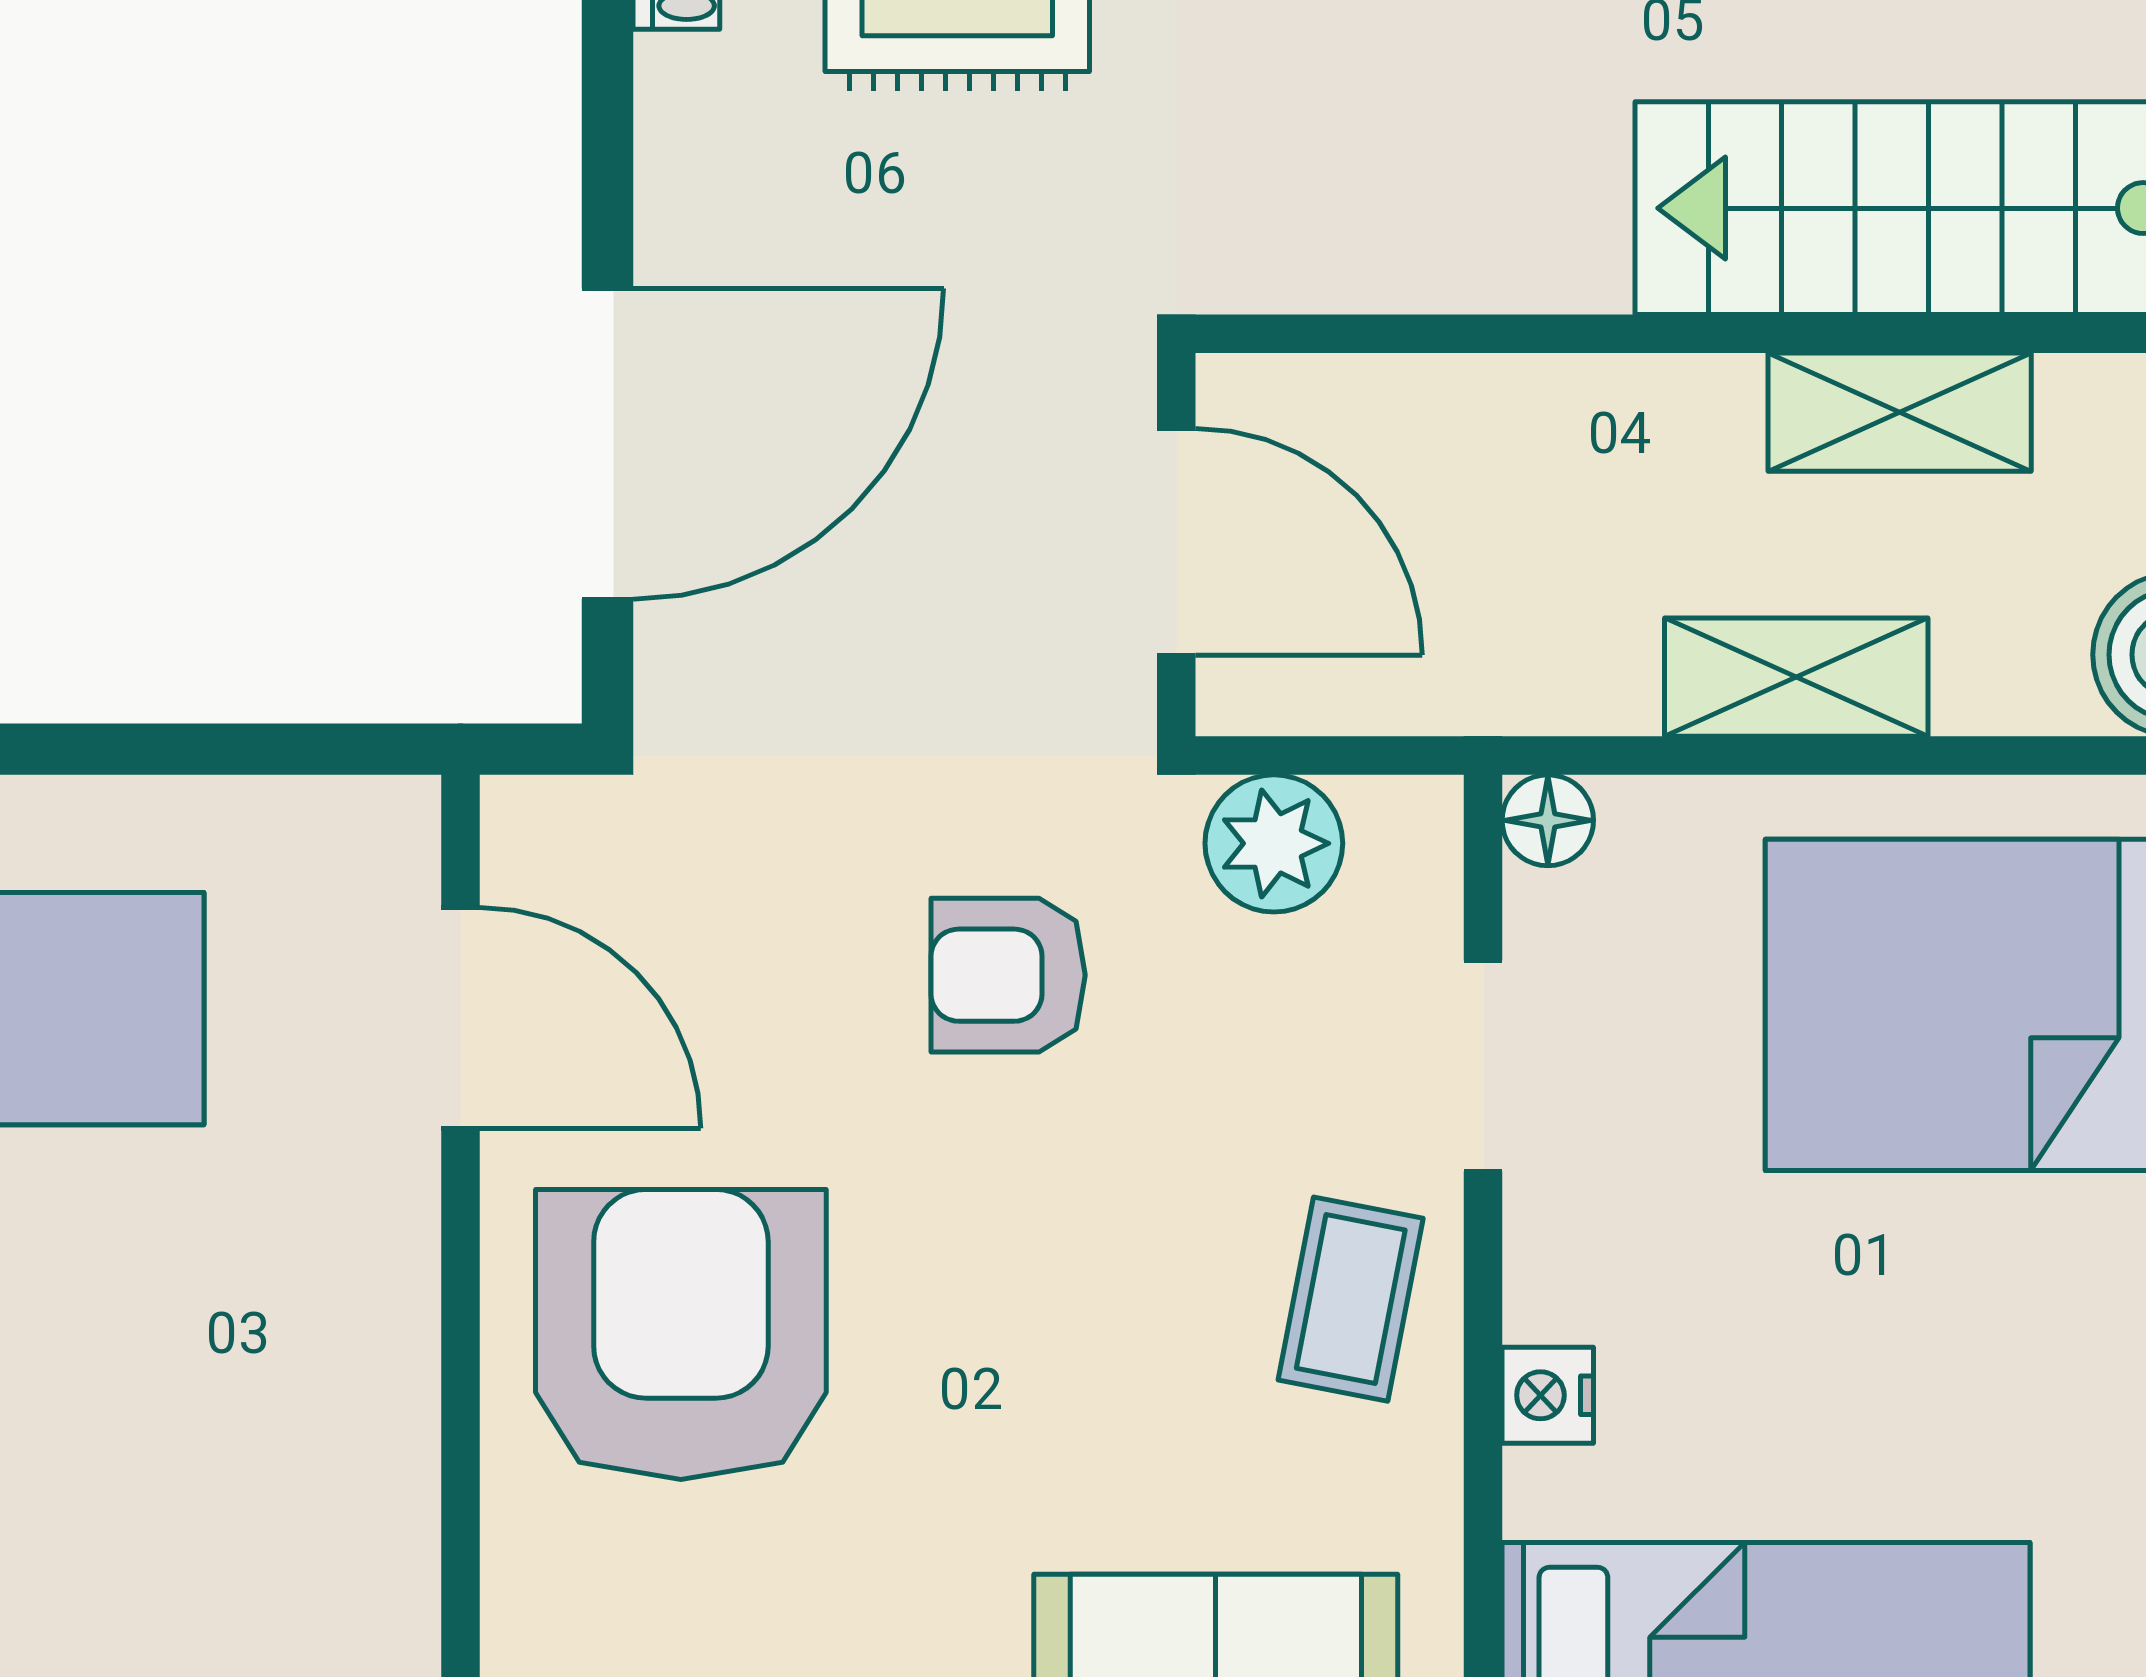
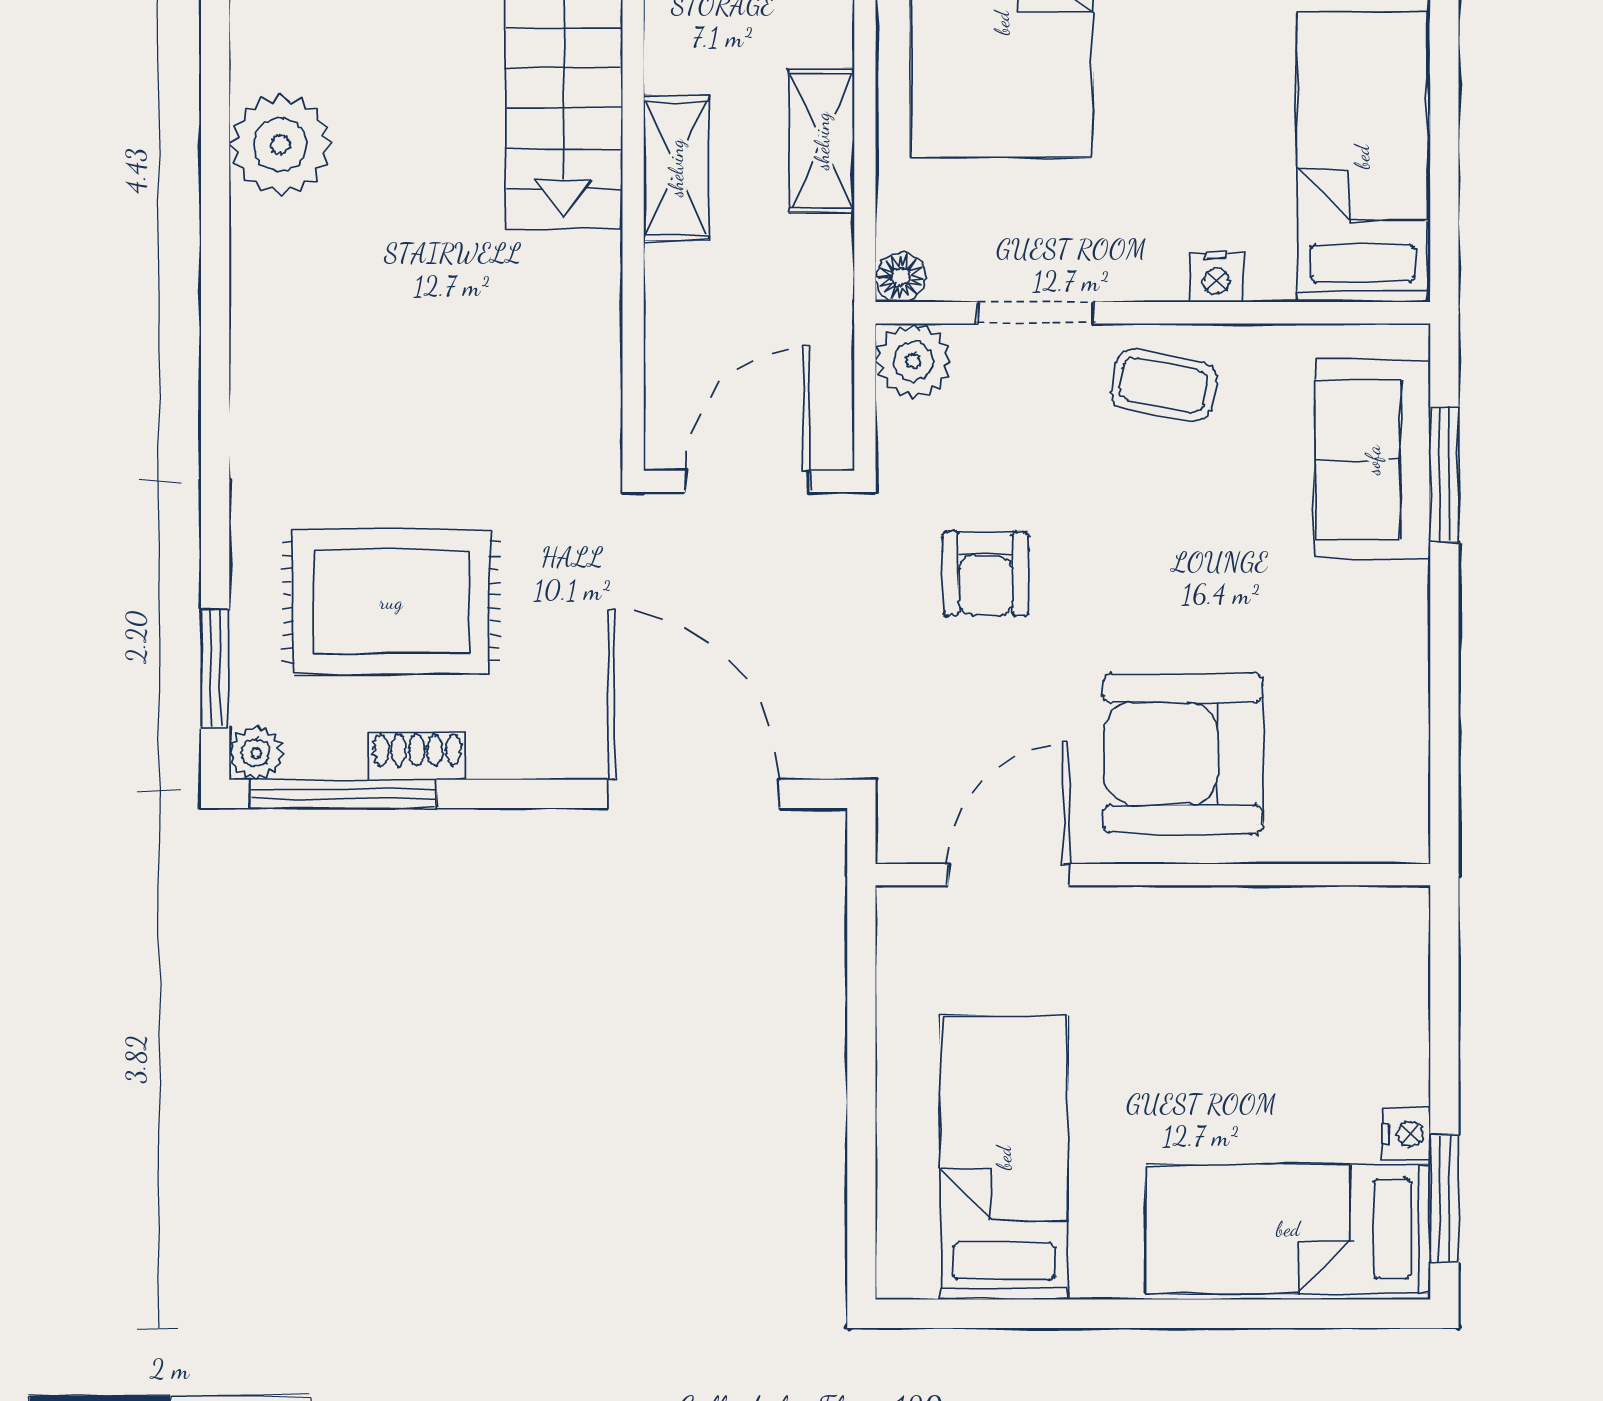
shelving: (1900, 412) -> (676, 168), moved
plant: (1274, 843) -> (913, 361), moved

